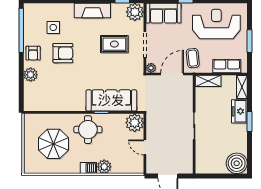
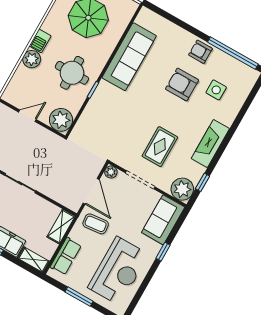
armchair: (63, 53) -> (182, 85), turned 90
plant: (31, 75) -> (179, 36), removed
sofa: (111, 100) -> (129, 57), moved
round table: (88, 130) -> (72, 73), moved

